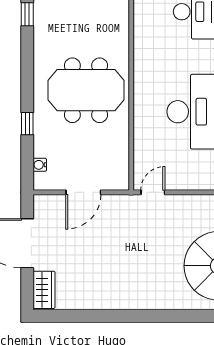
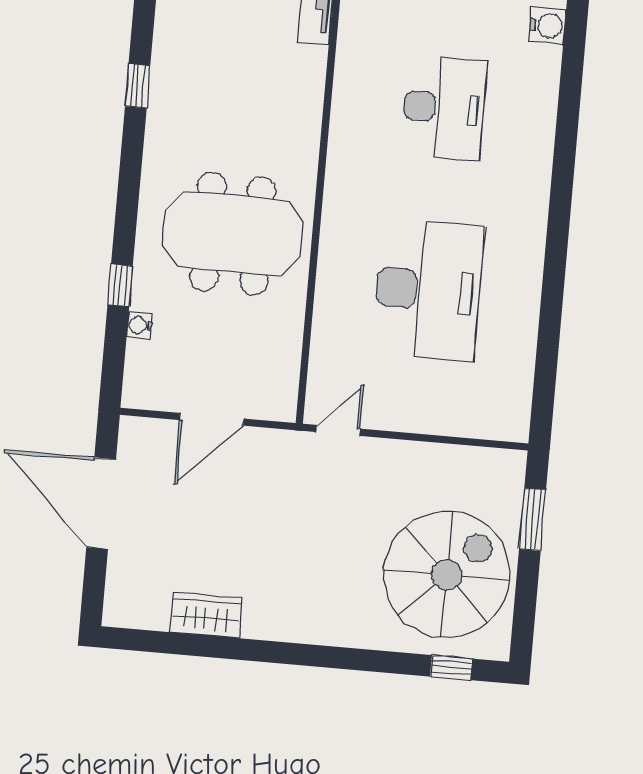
water cooler: (40, 165) -> (140, 325), moved
wardrobe: (44, 290) -> (206, 615), moved, turned -90

